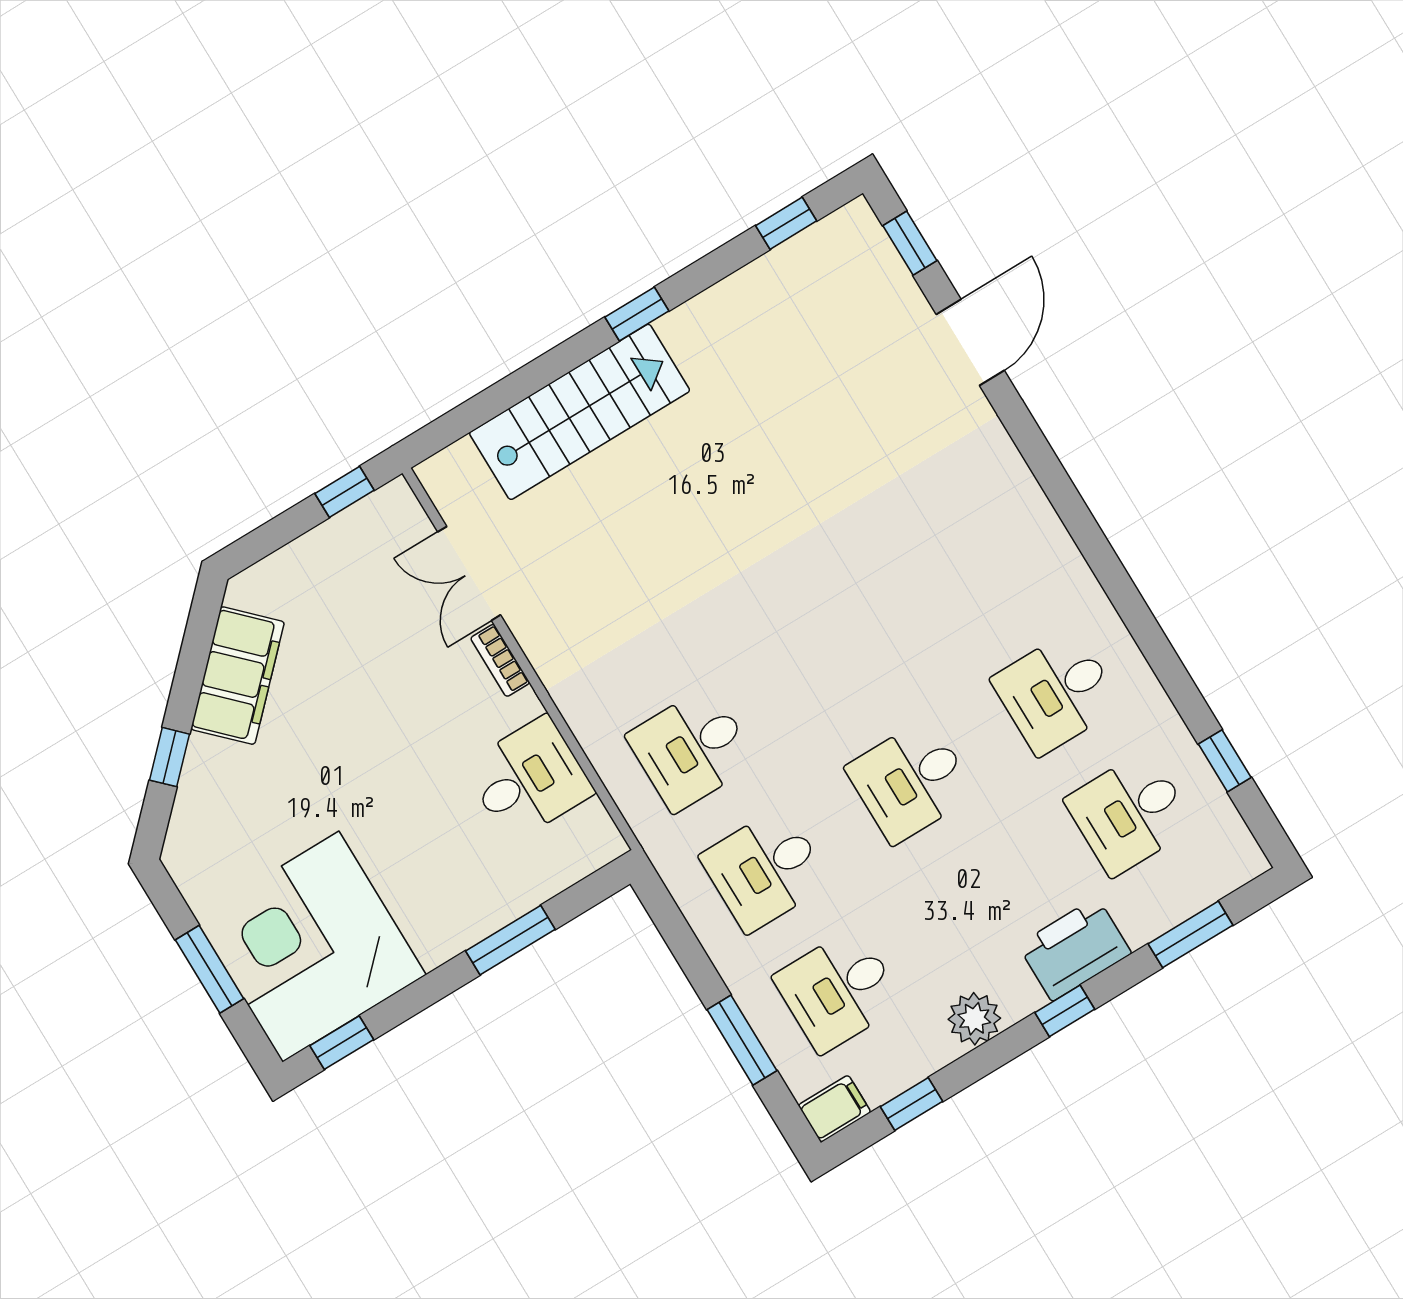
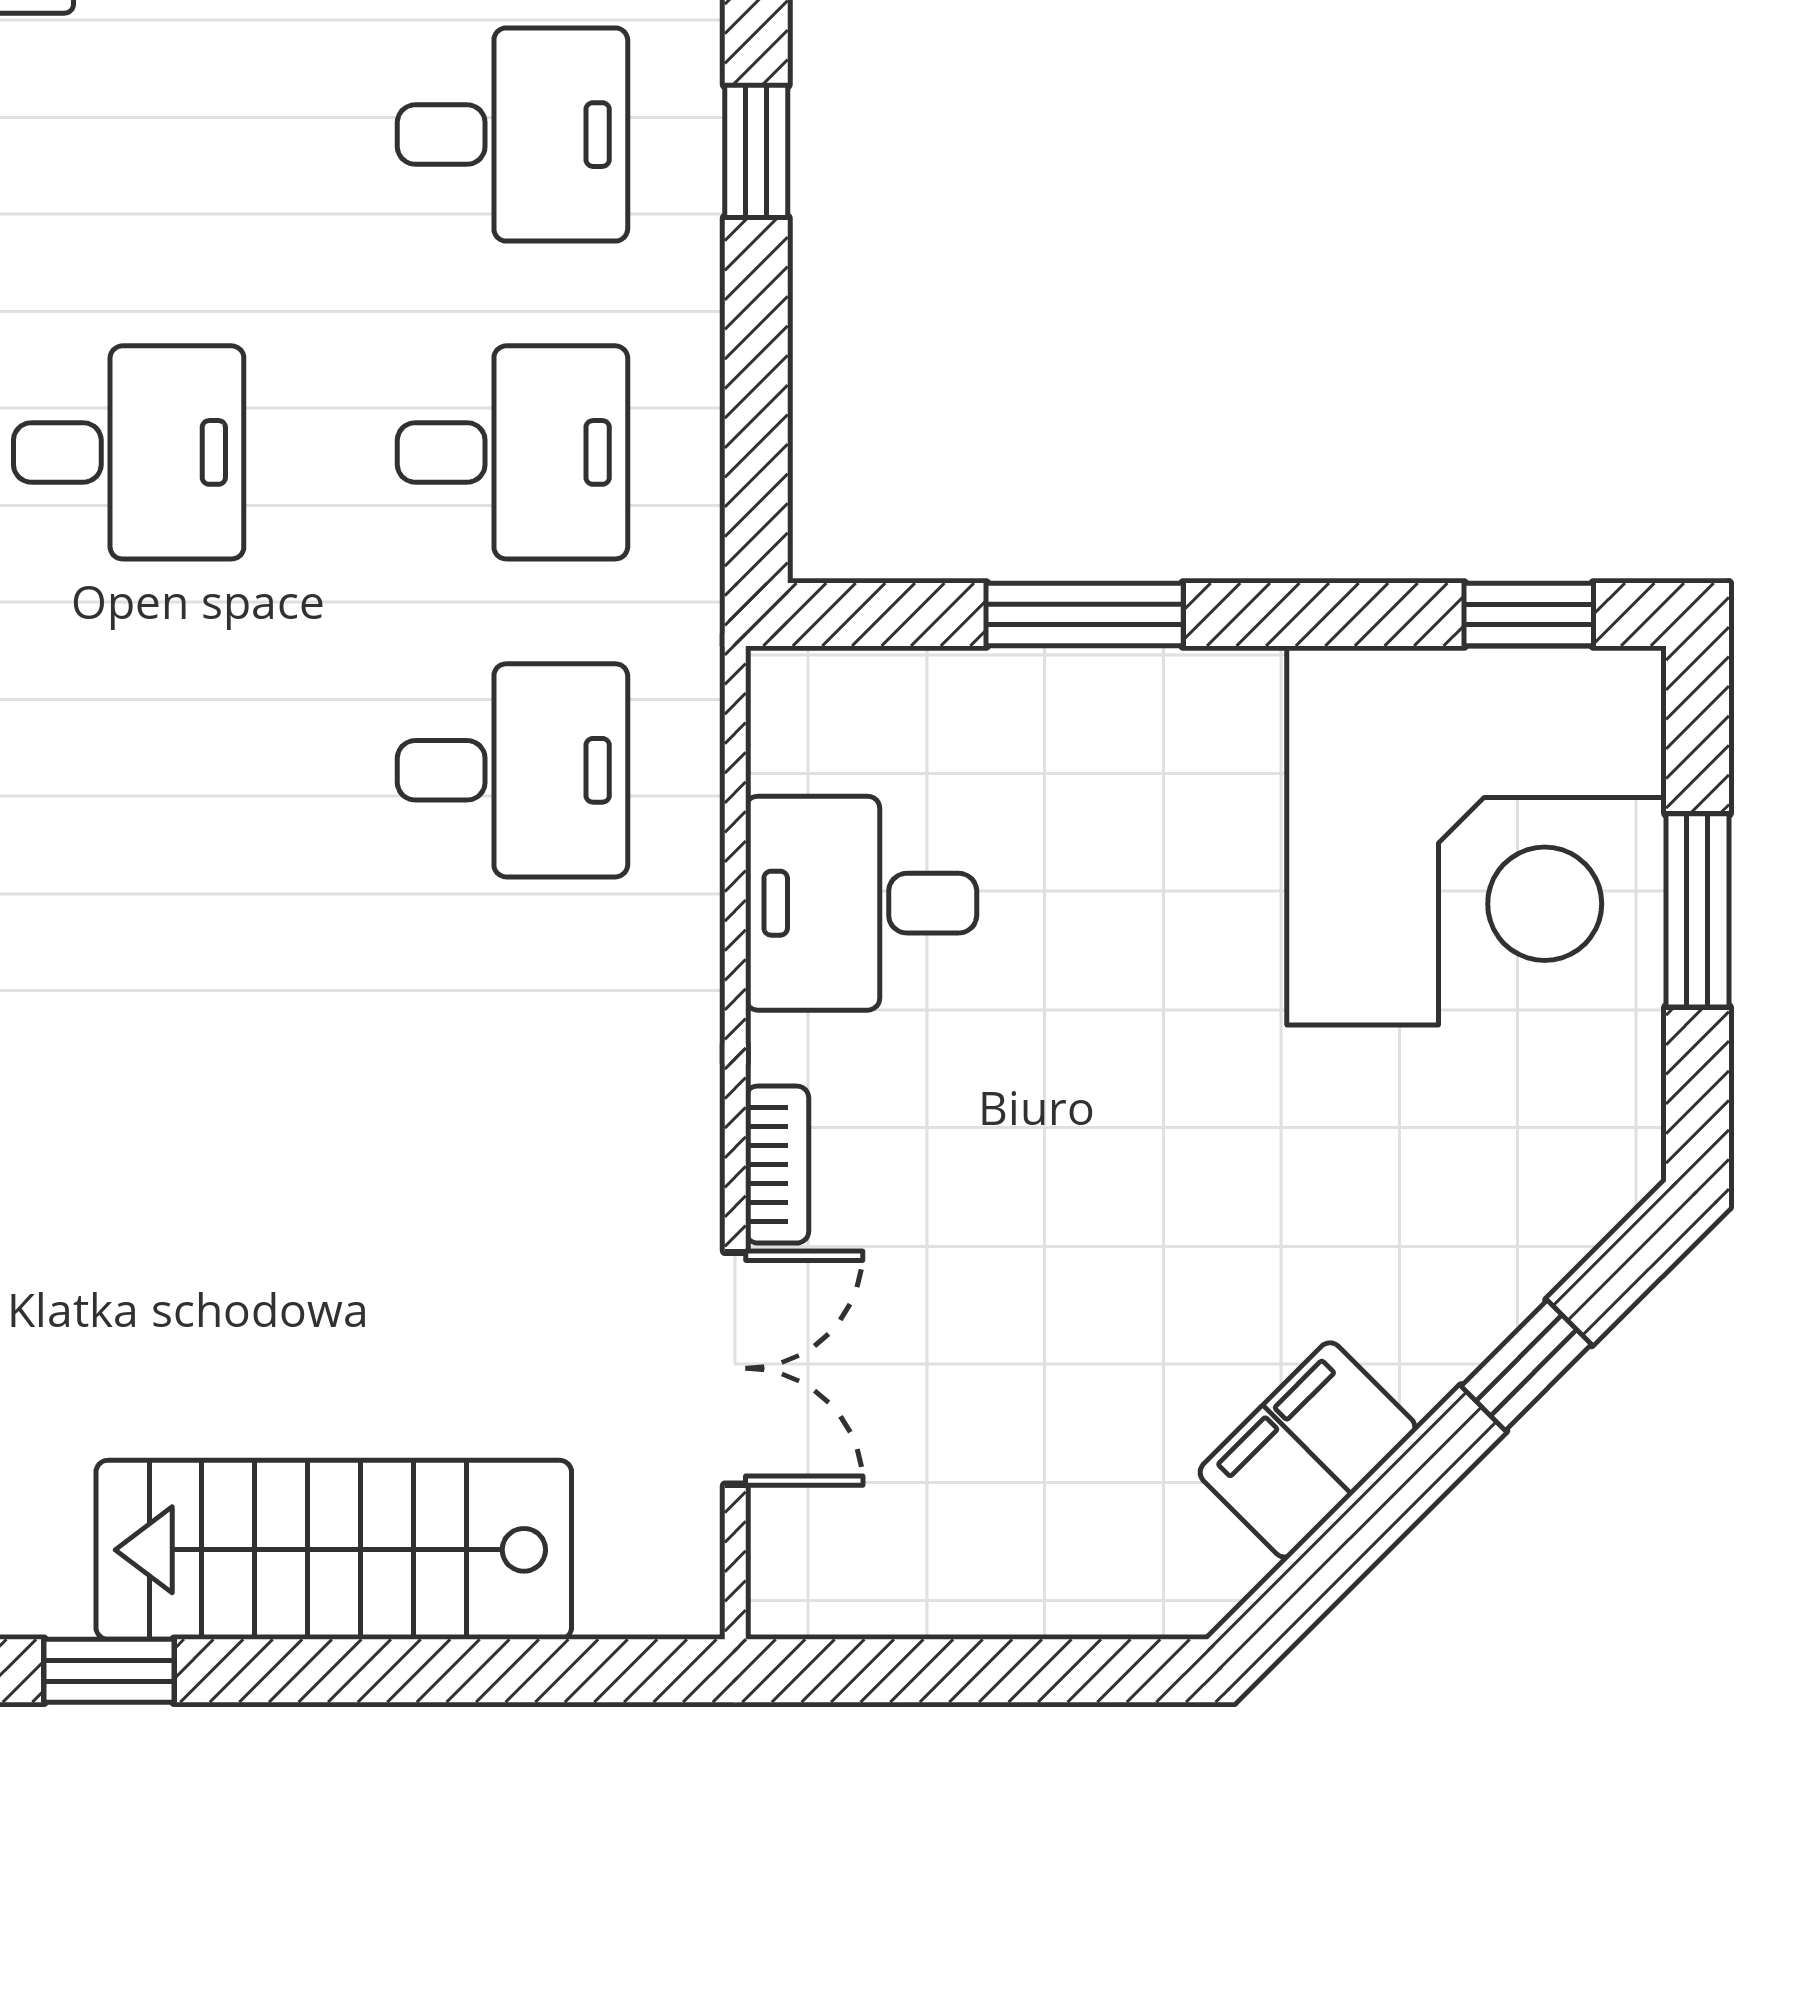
window: (344, 492) -> (880, 1671), removed
filing cabinet: (238, 676) -> (1307, 1450), width x0.67, depth x0.86
window: (742, 1040) -> (756, 151), width x0.67

